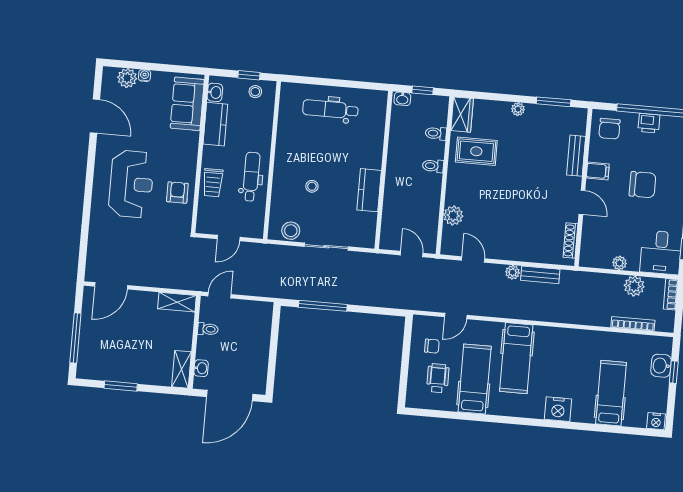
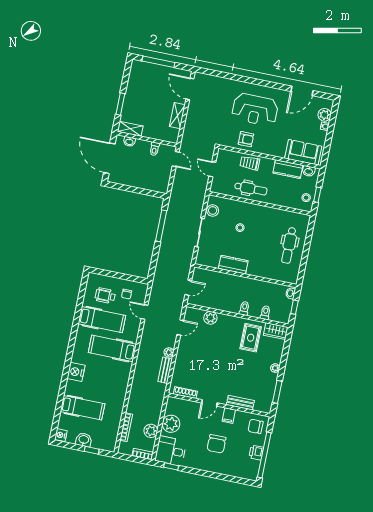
dental chair: (330, 109) -> (289, 245), turned 180
plant: (619, 263) -> (171, 424), width x1.87, depth x1.87
shelving: (177, 302) -> (177, 116), moved
washbasin: (661, 366) -> (84, 440), moved
wheelchair: (438, 378) -> (105, 296), turned 180
window: (121, 386) -> (120, 104), moved

